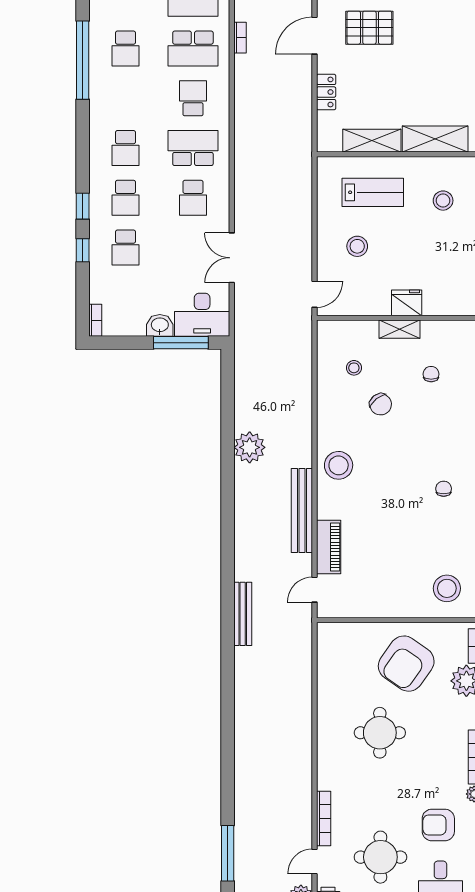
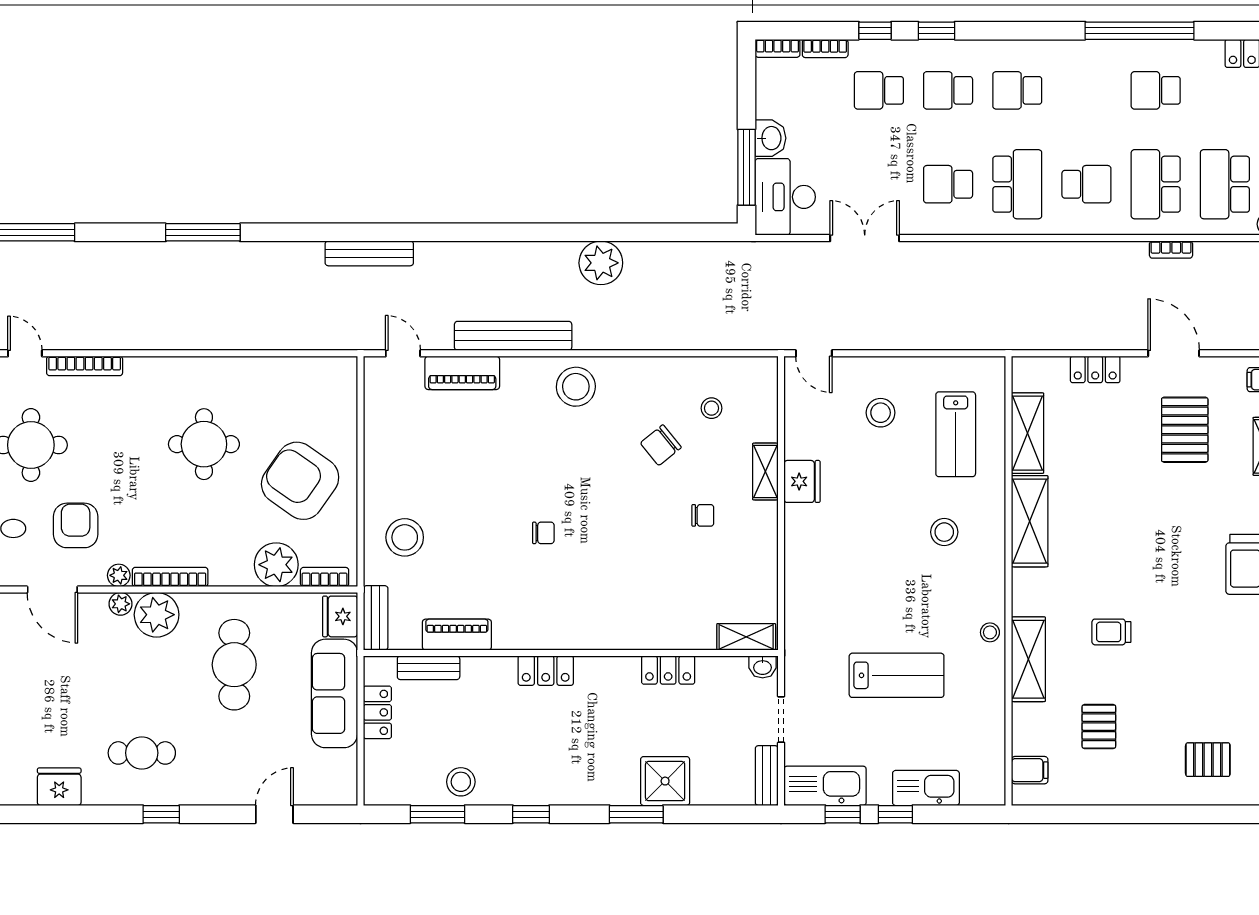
bookcase: (95, 286) -> (825, 49), added
window: (228, 734) -> (203, 232), added

